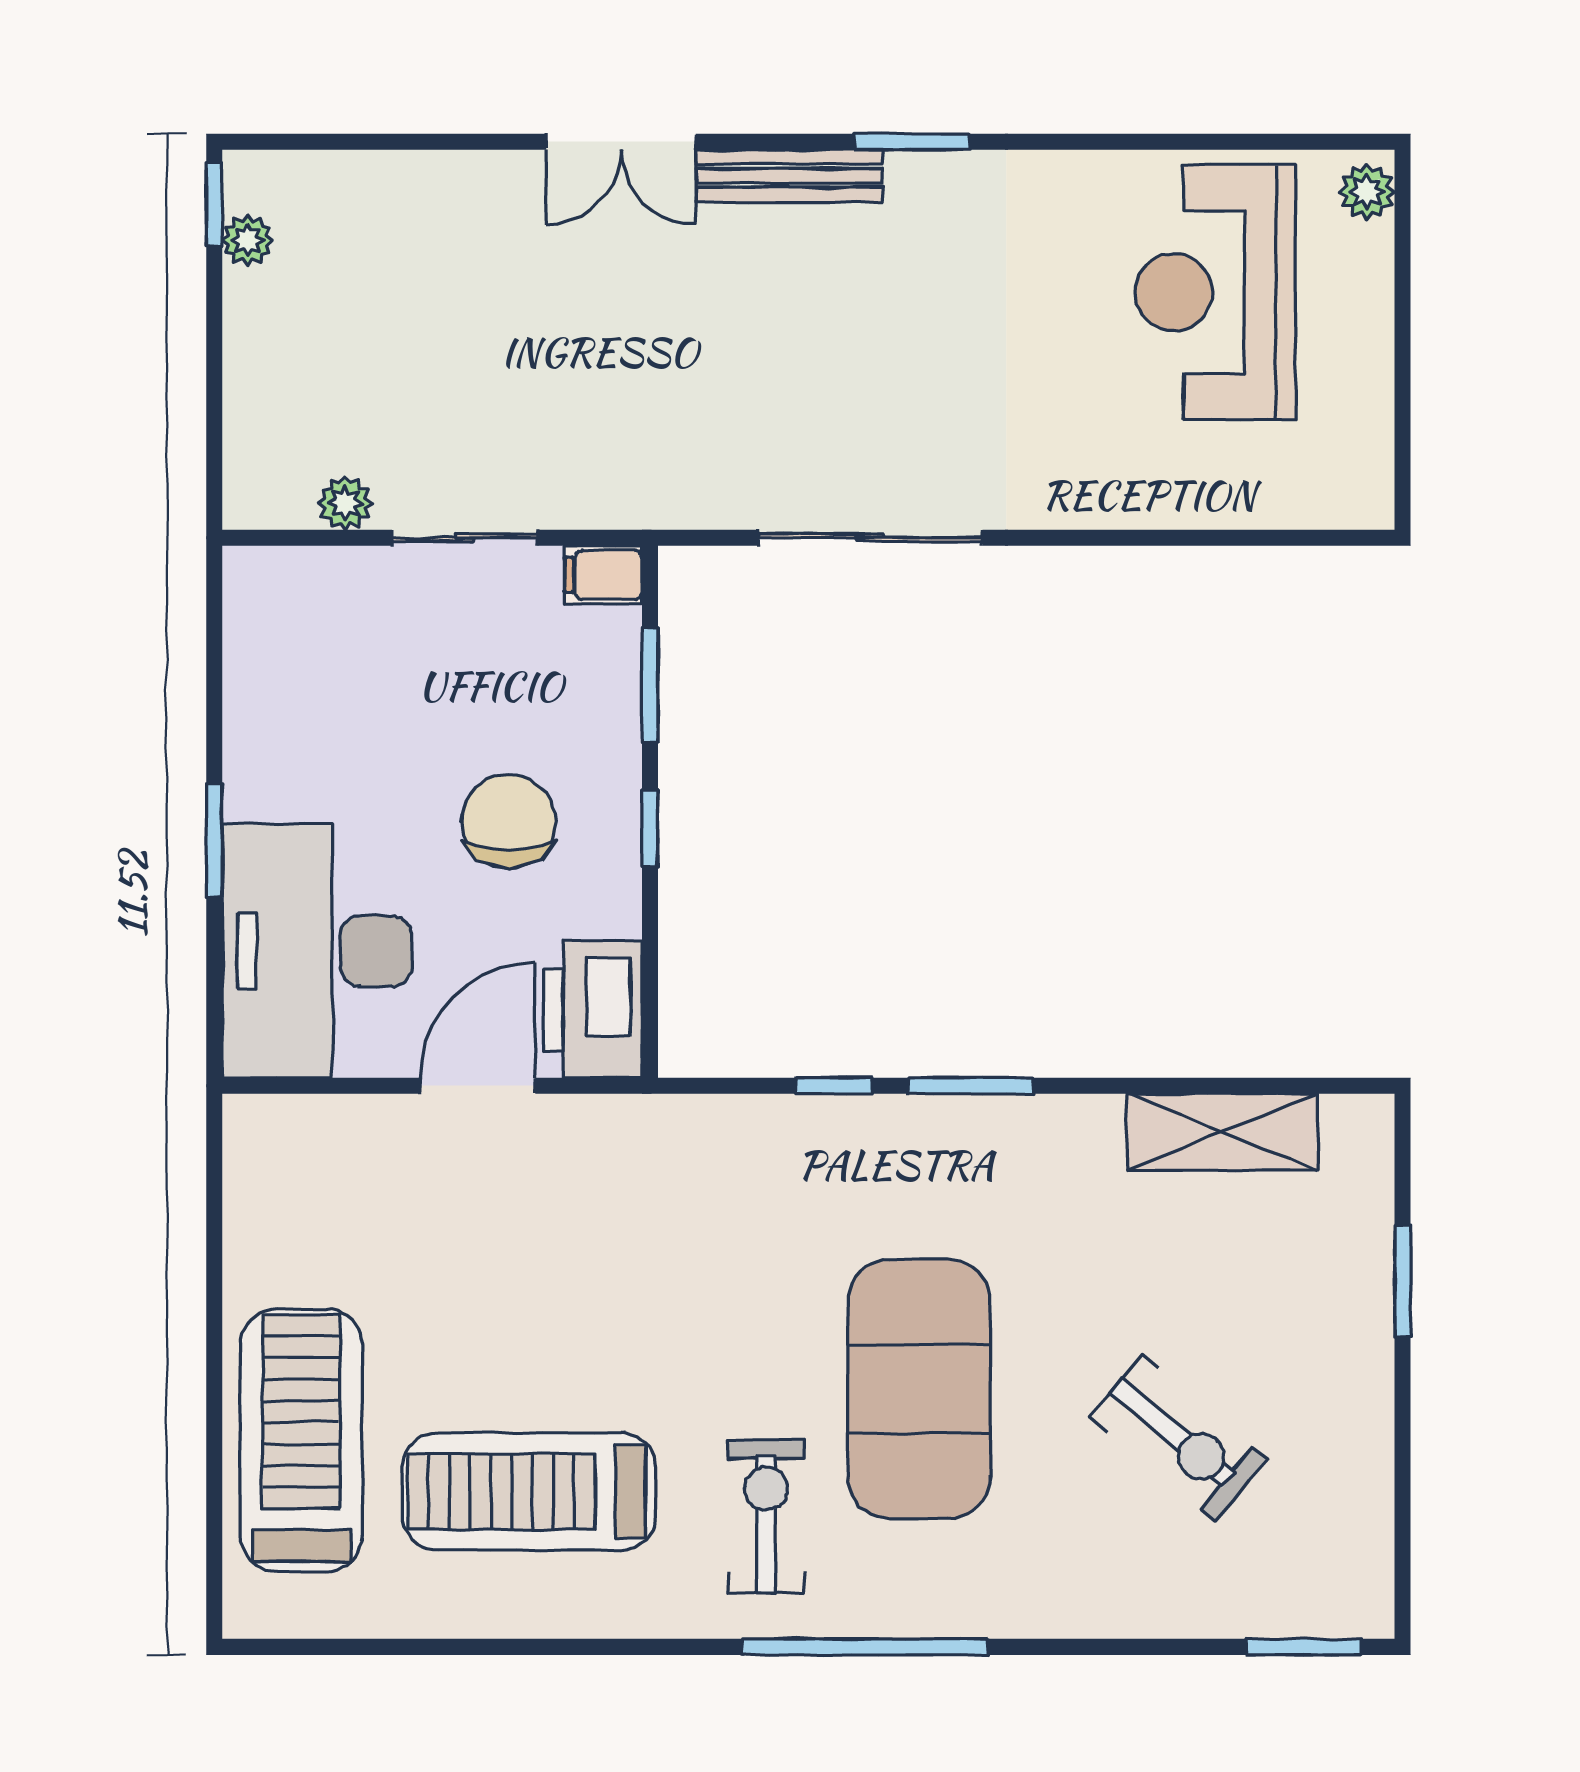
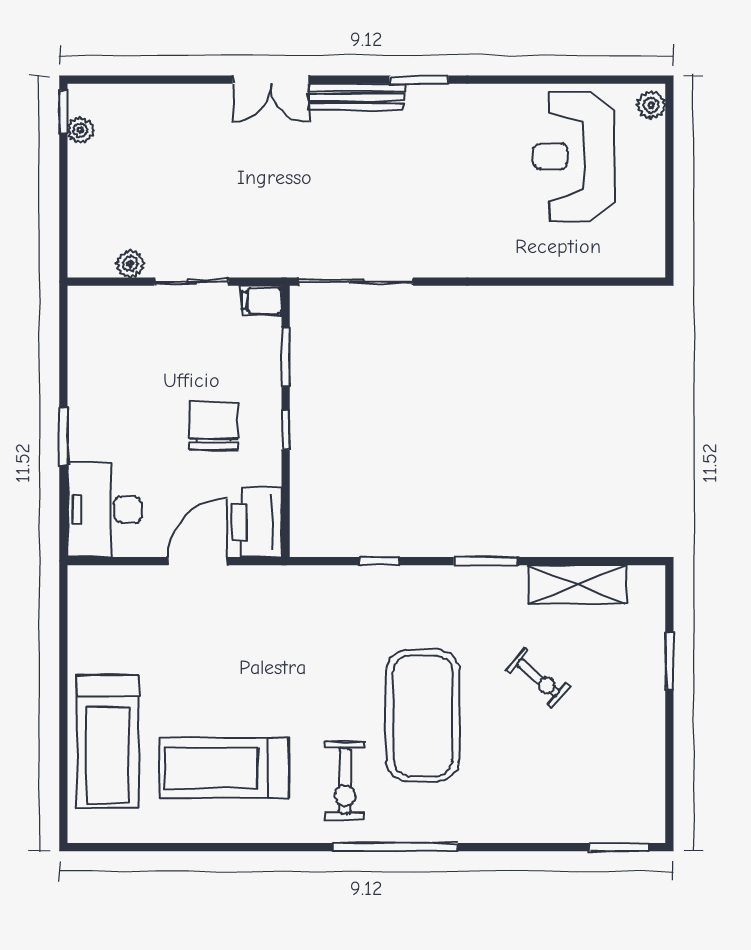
sliding door: (870, 538) -> (356, 282), moved
desk: (317, 951) -> (105, 510), width x0.73, depth x0.77
window: (970, 1086) -> (486, 561), moved
exercise bike: (1179, 1438) -> (538, 678), moved, width x0.73, depth x0.72
treadmill: (301, 1440) -> (108, 742), turned 180
exercise bike: (766, 1516) -> (345, 781), turned 180

